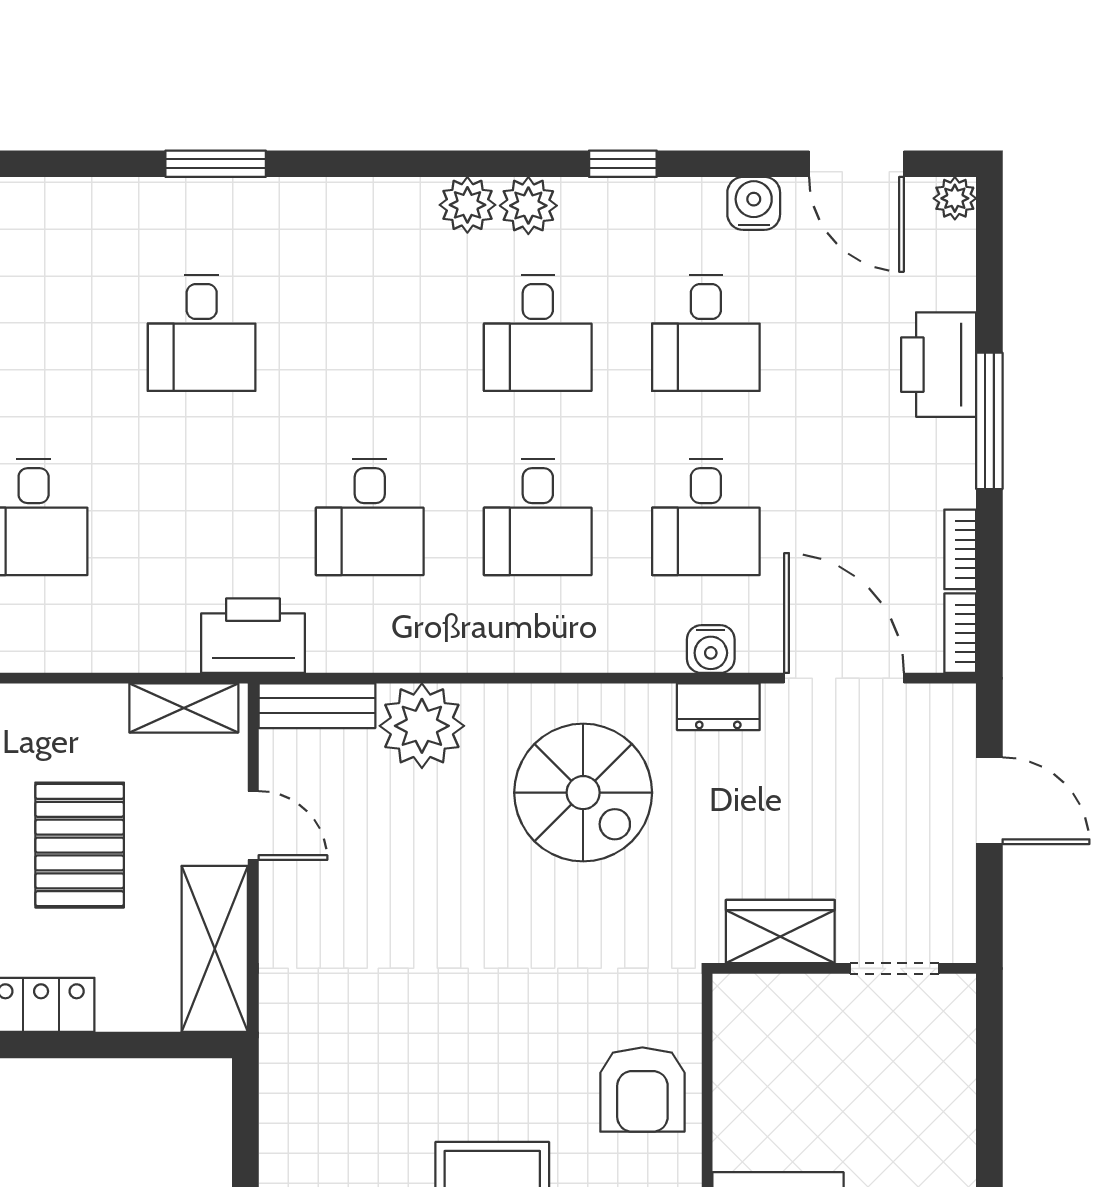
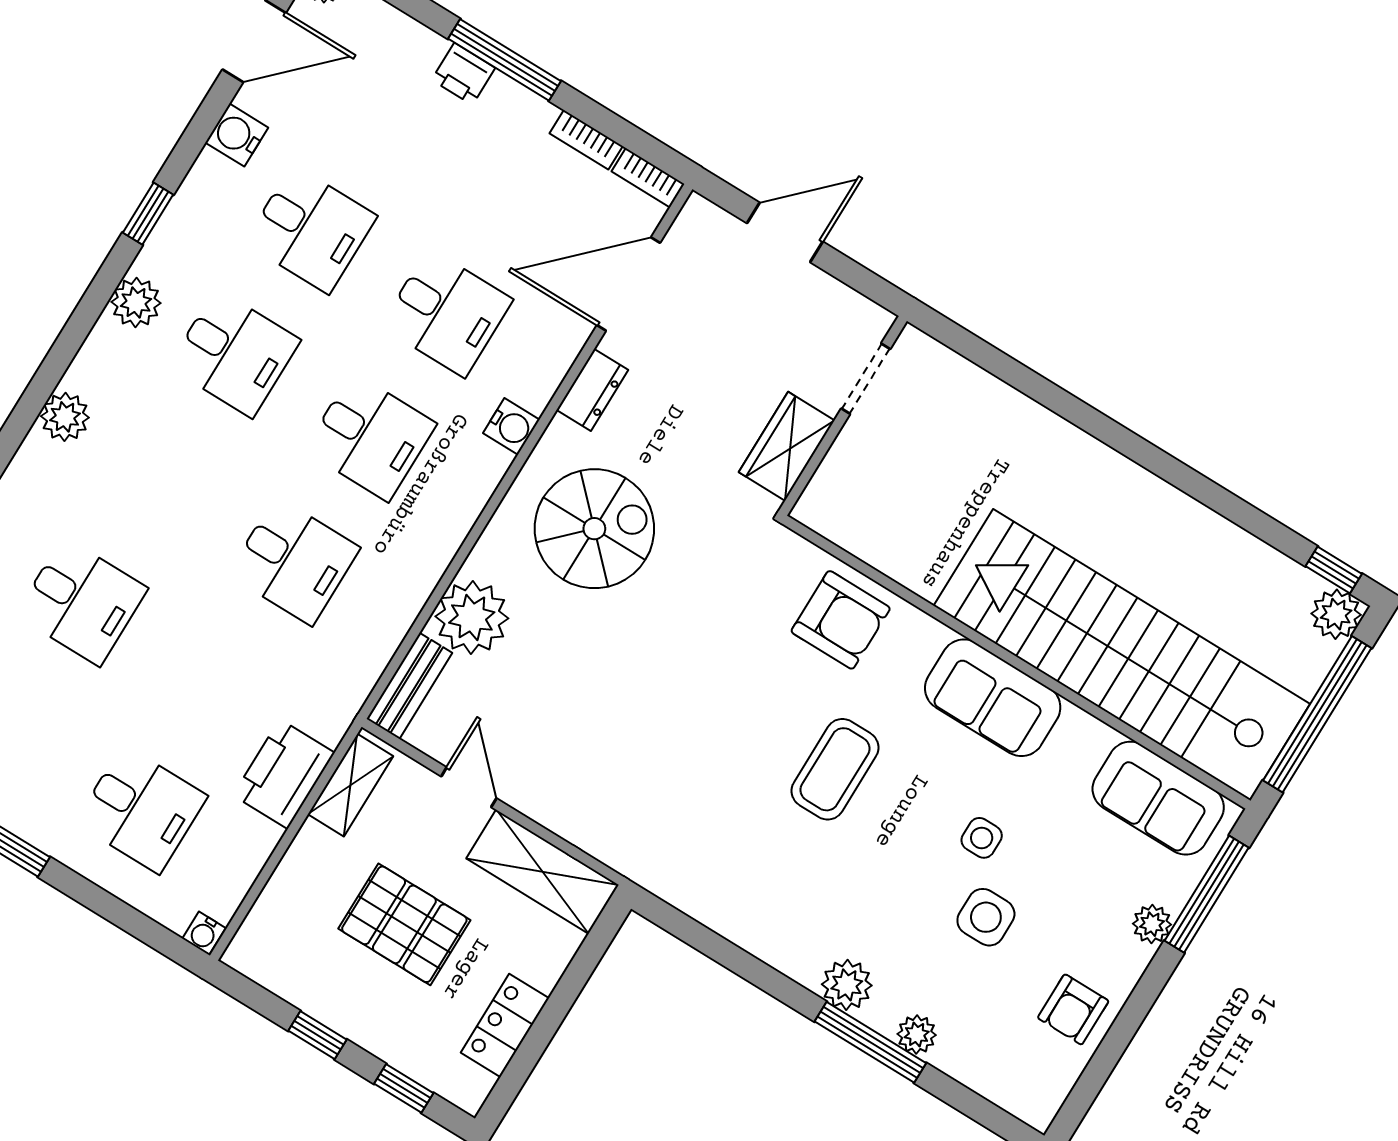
plant: (467, 205) -> (65, 417), moved
printer: (939, 365) -> (463, 74), width x0.53, depth x0.68
printer: (253, 636) -> (284, 774), moved
water cooler: (711, 649) -> (511, 426), moved
door: (253, 826) -> (469, 787), hinge flipped

